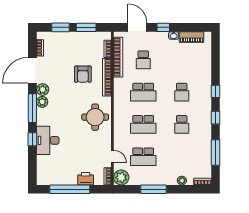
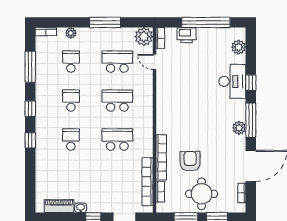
school desk: (143, 60) -> (71, 62), moved
plant: (43, 90) -> (239, 47), moved
round table: (95, 117) -> (202, 194), moved

